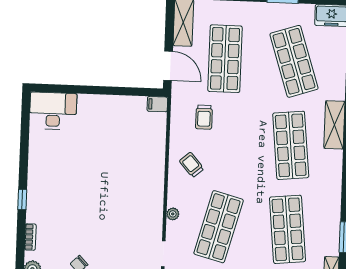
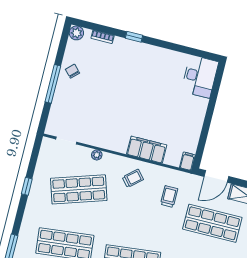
trolley: (204, 117) -> (169, 196), turned 90
filing cabinet: (154, 156) -> (147, 150), added
shop shelf: (219, 227) -> (79, 189), turned -33

